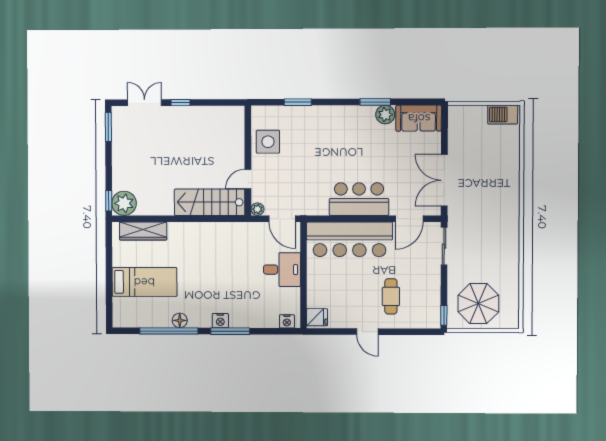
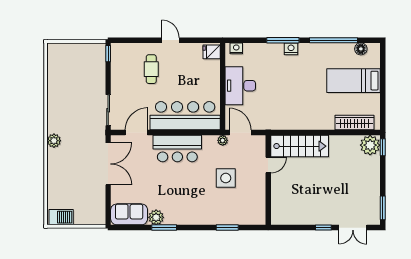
side table: (268, 142) -> (226, 178), moved
plant: (257, 209) -> (223, 140), moved
plant: (511, 209) -> (54, 141), added
desk: (282, 270) -> (240, 86), width x1.37
parasol: (478, 304) -> (80, 63), removed
floor lamp: (180, 320) -> (361, 49), moved

